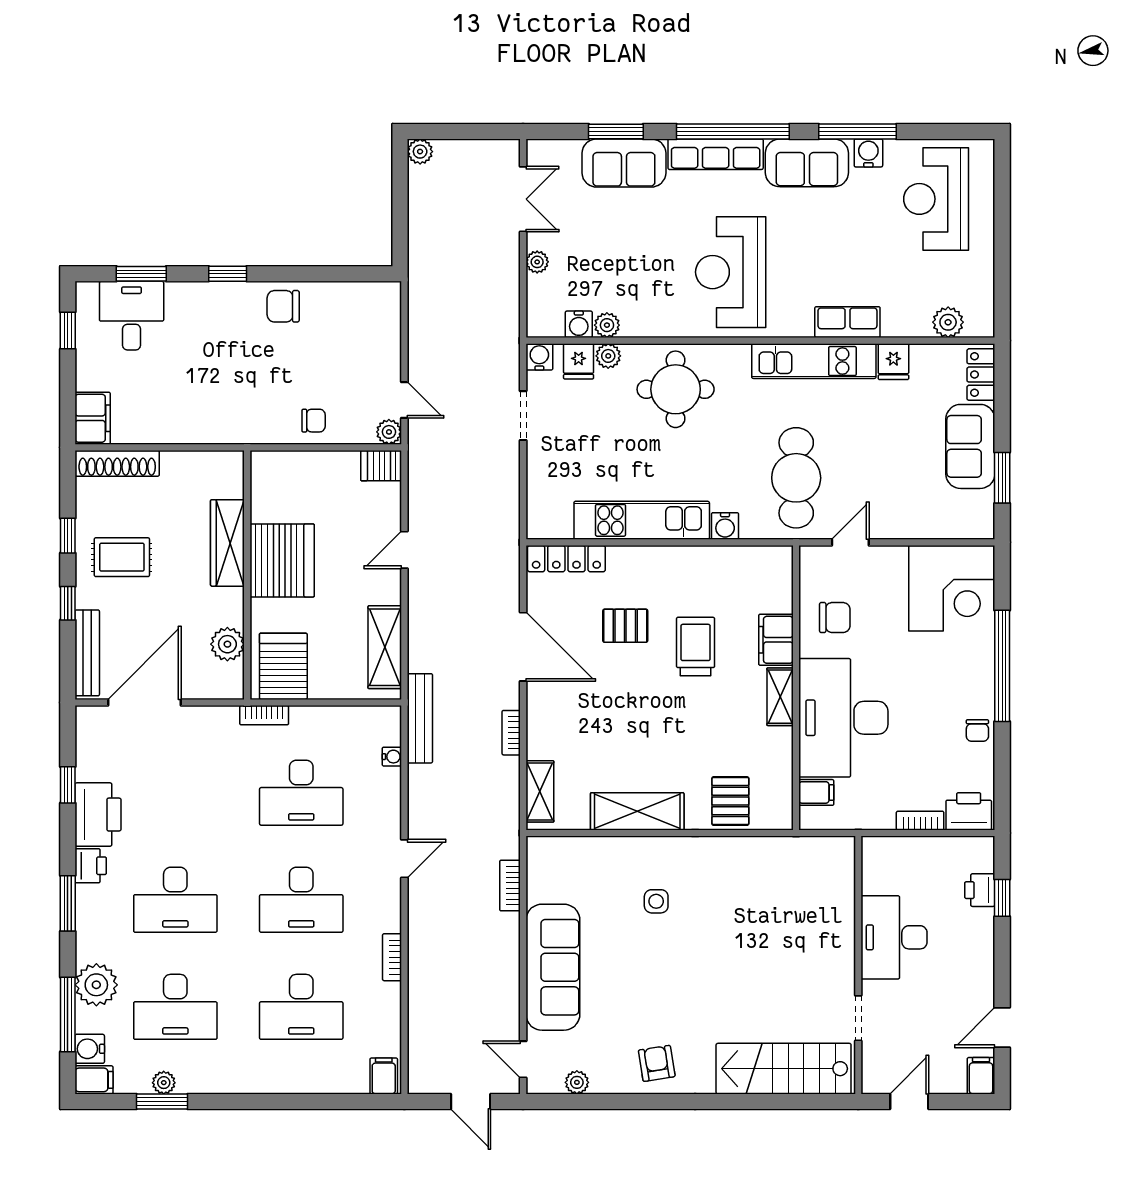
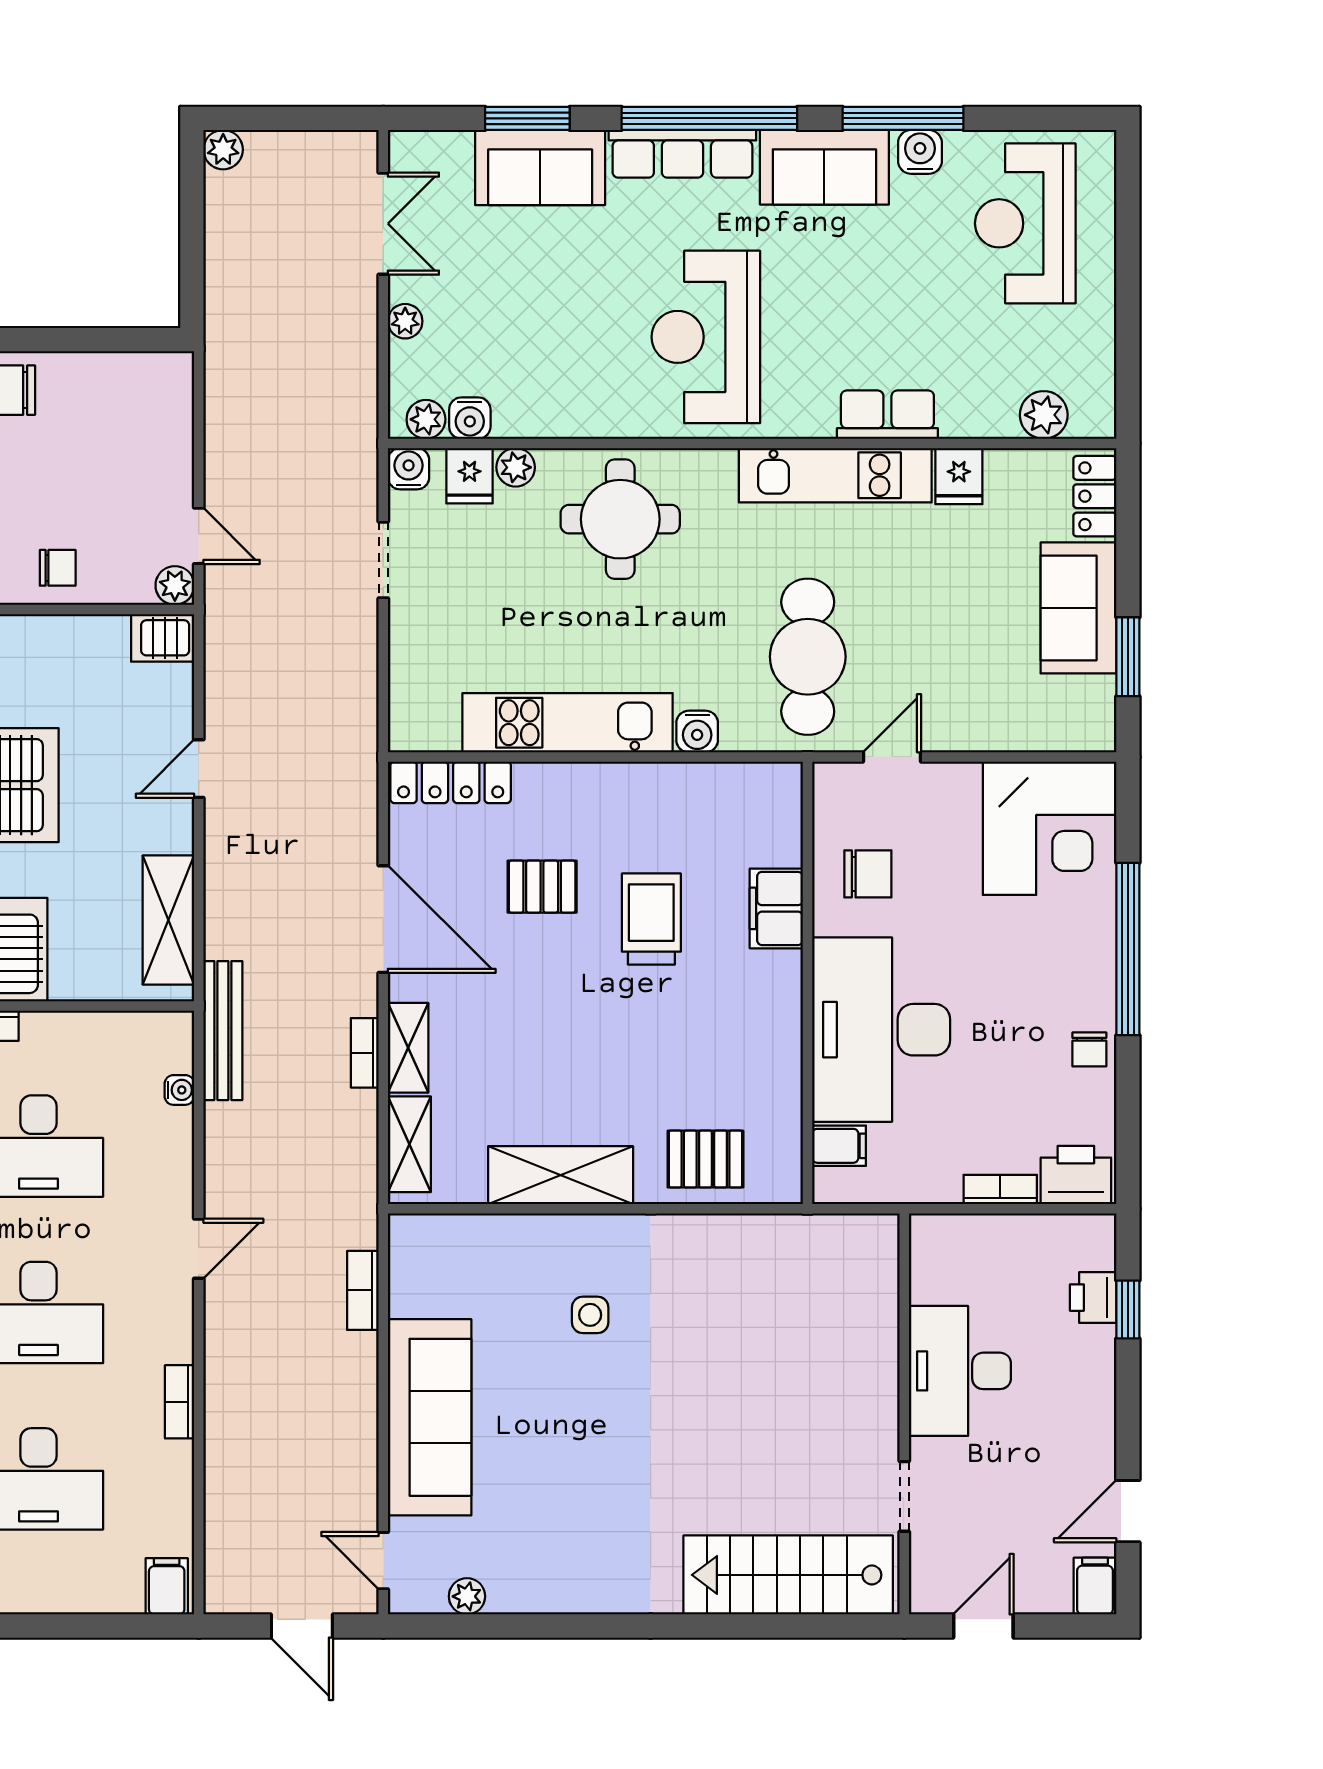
plant: (607, 325) -> (426, 419), moved
shelving: (780, 697) -> (408, 1048), moved
pallet: (730, 801) -> (705, 1159), turned 90
armchair: (657, 1063) -> (591, 1567), removed

